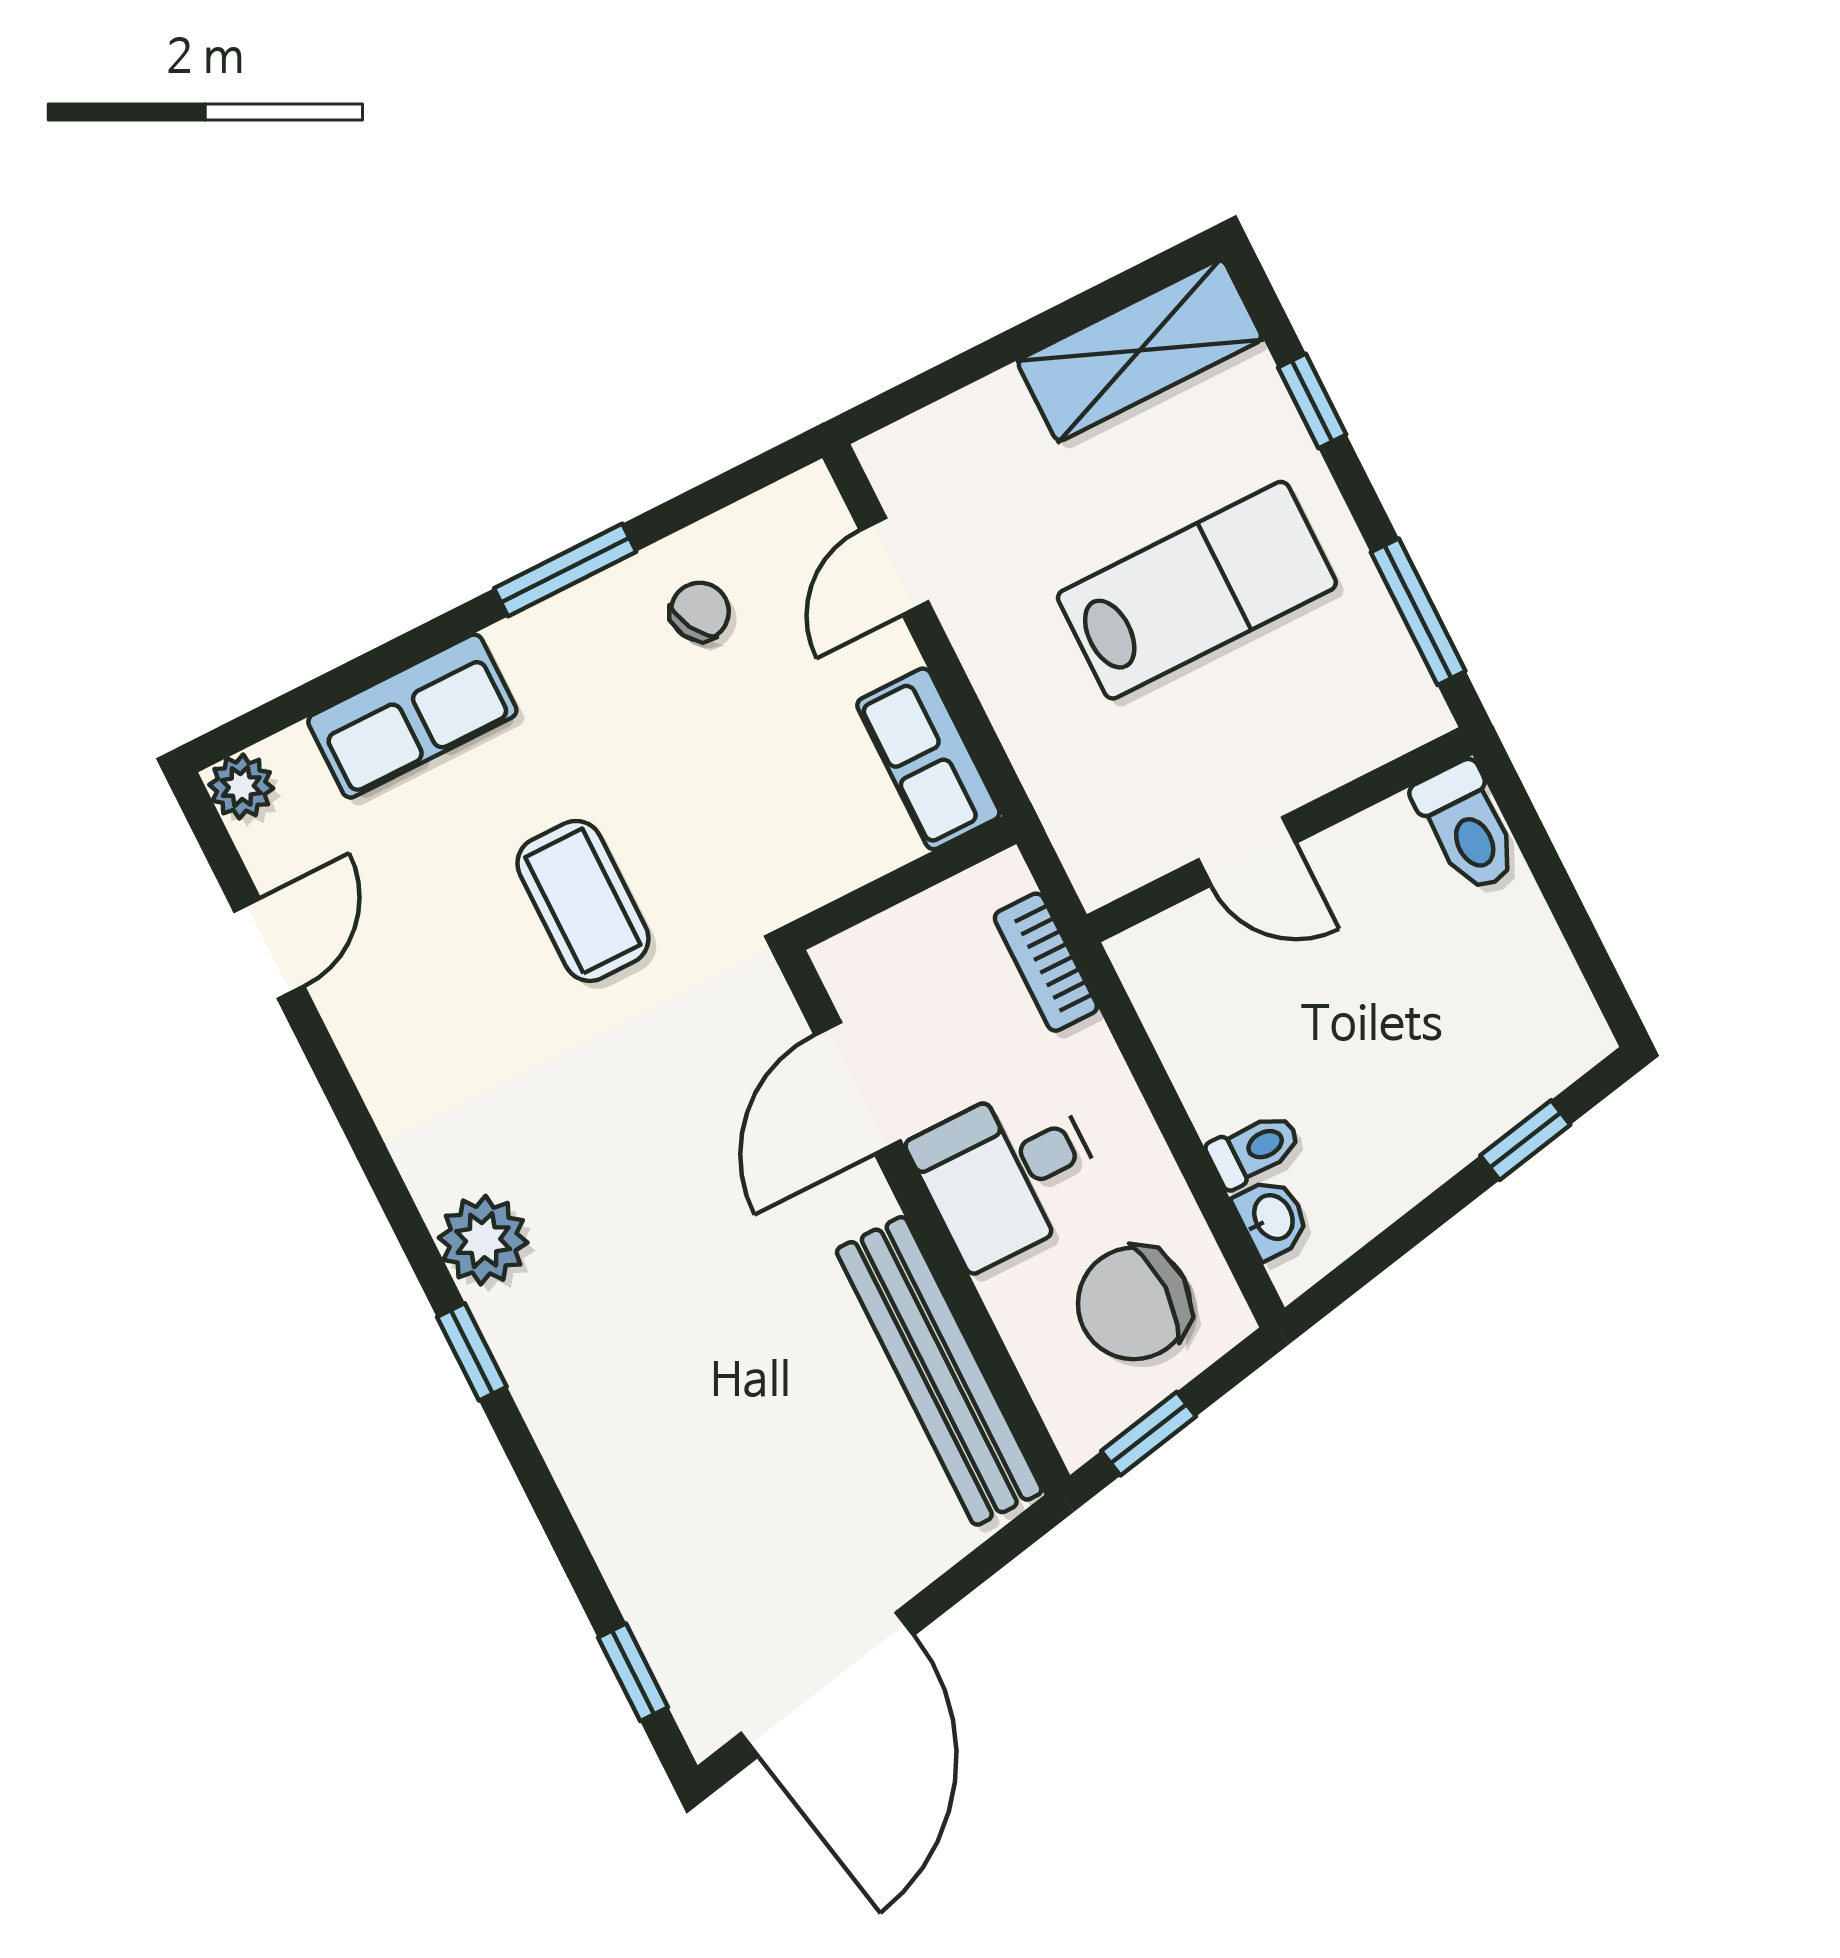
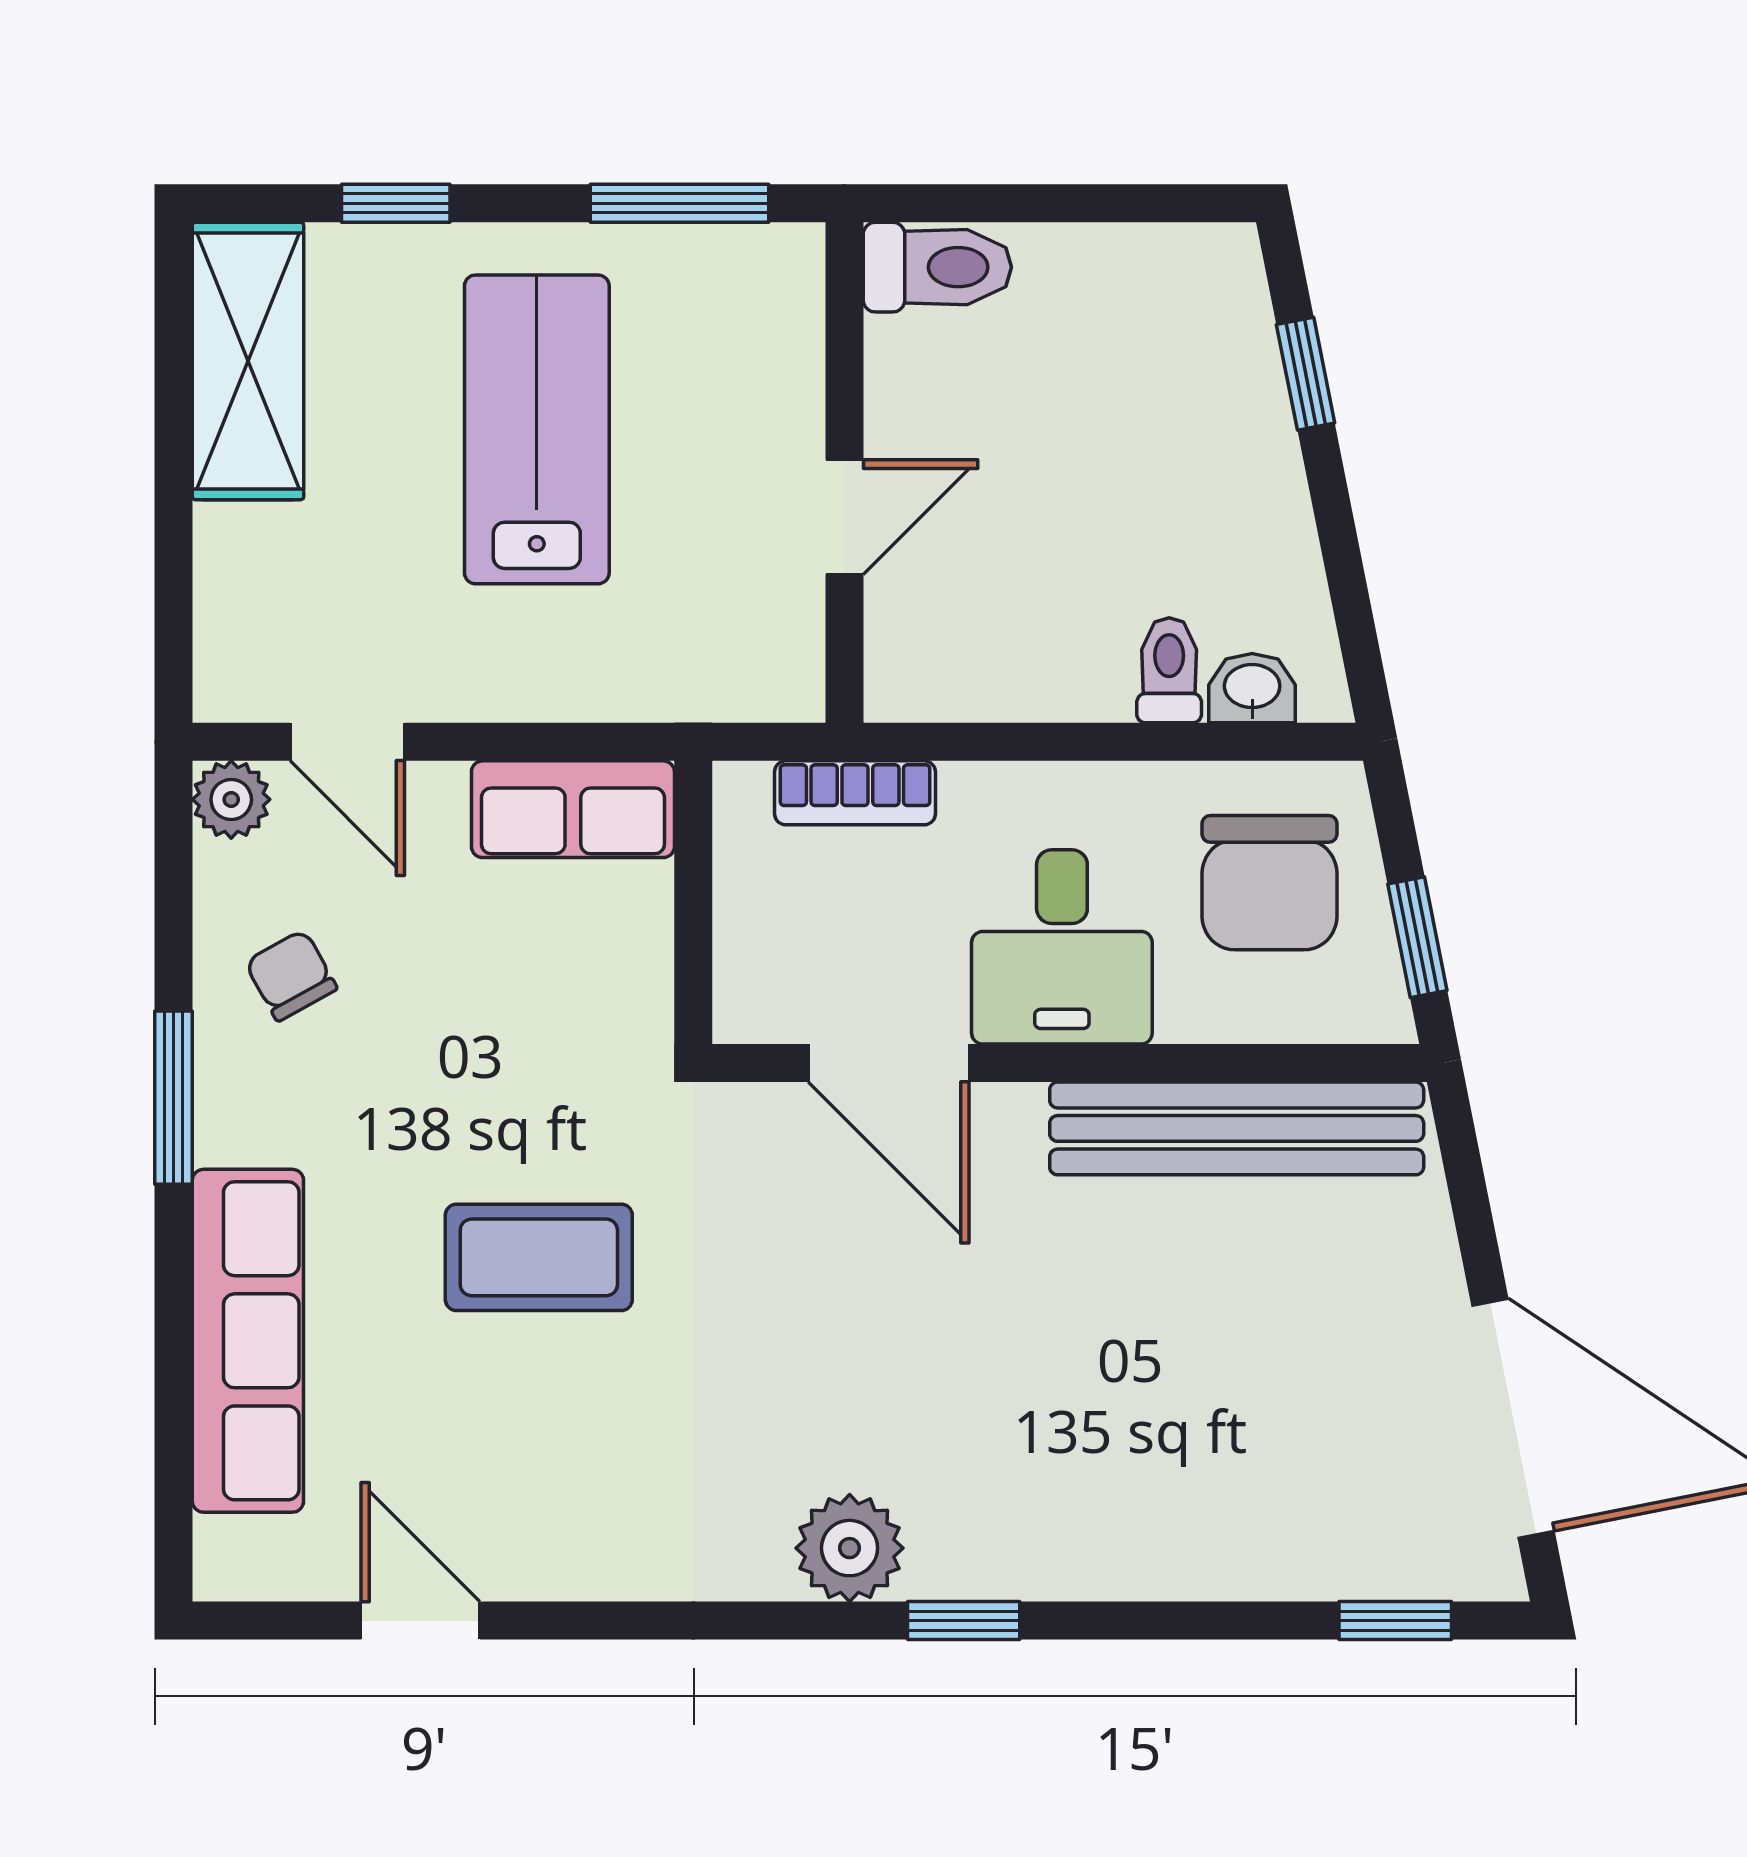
row of seats: (412, 716) -> (248, 1341), width x1.48
plant: (241, 787) -> (231, 799), moved

